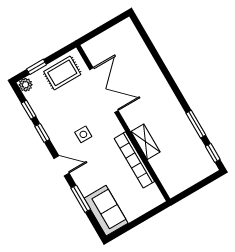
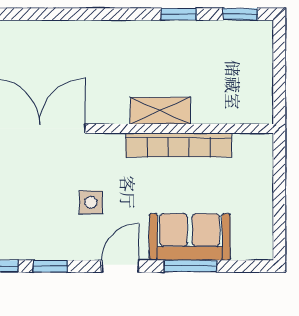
window: (196, 124) -> (179, 14), width x0.67
sofa: (106, 211) -> (190, 237), moved

